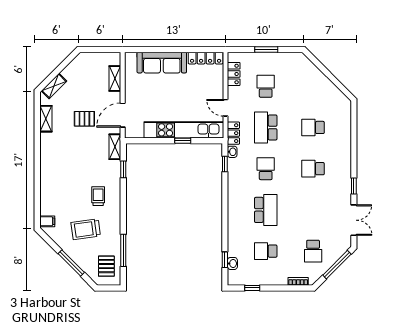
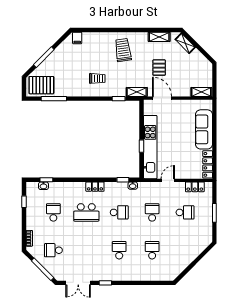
shelving: (115, 78) -> (201, 92), moved
school desk: (266, 127) -> (152, 212), width x0.54
locker: (233, 133) -> (95, 187), moved
trolley: (86, 229) -> (123, 50), moved
pallet: (106, 266) -> (41, 85), width x1.50, depth x1.42

